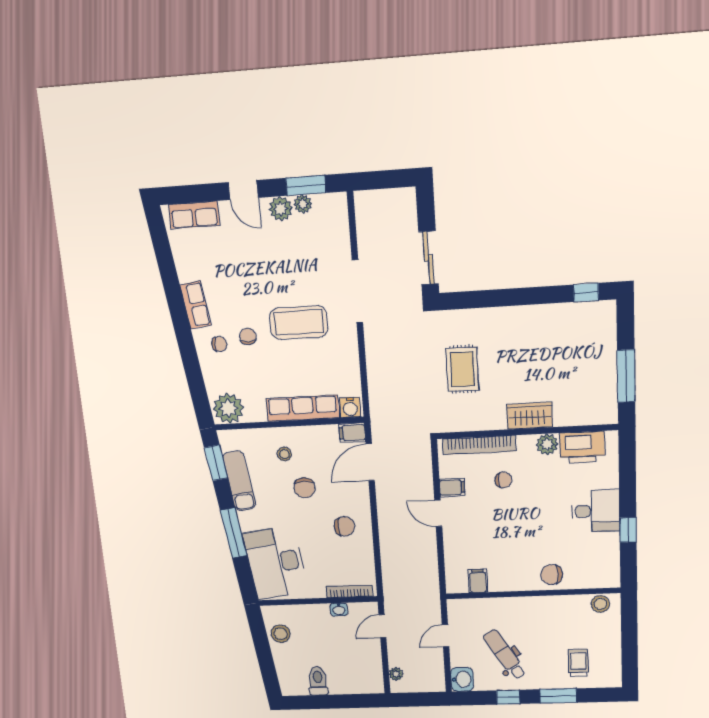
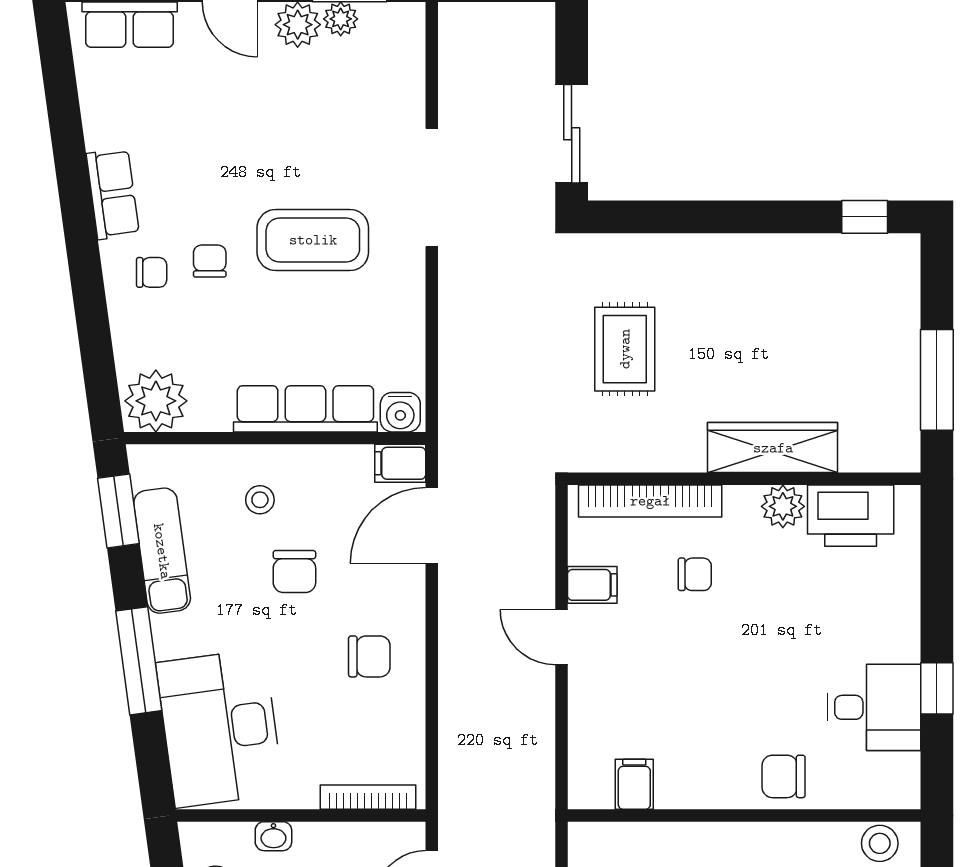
wardrobe: (530, 416) -> (773, 448), width x1.50
desk: (596, 511) -> (874, 707), moved
washbasin: (339, 610) -> (273, 836), moved

